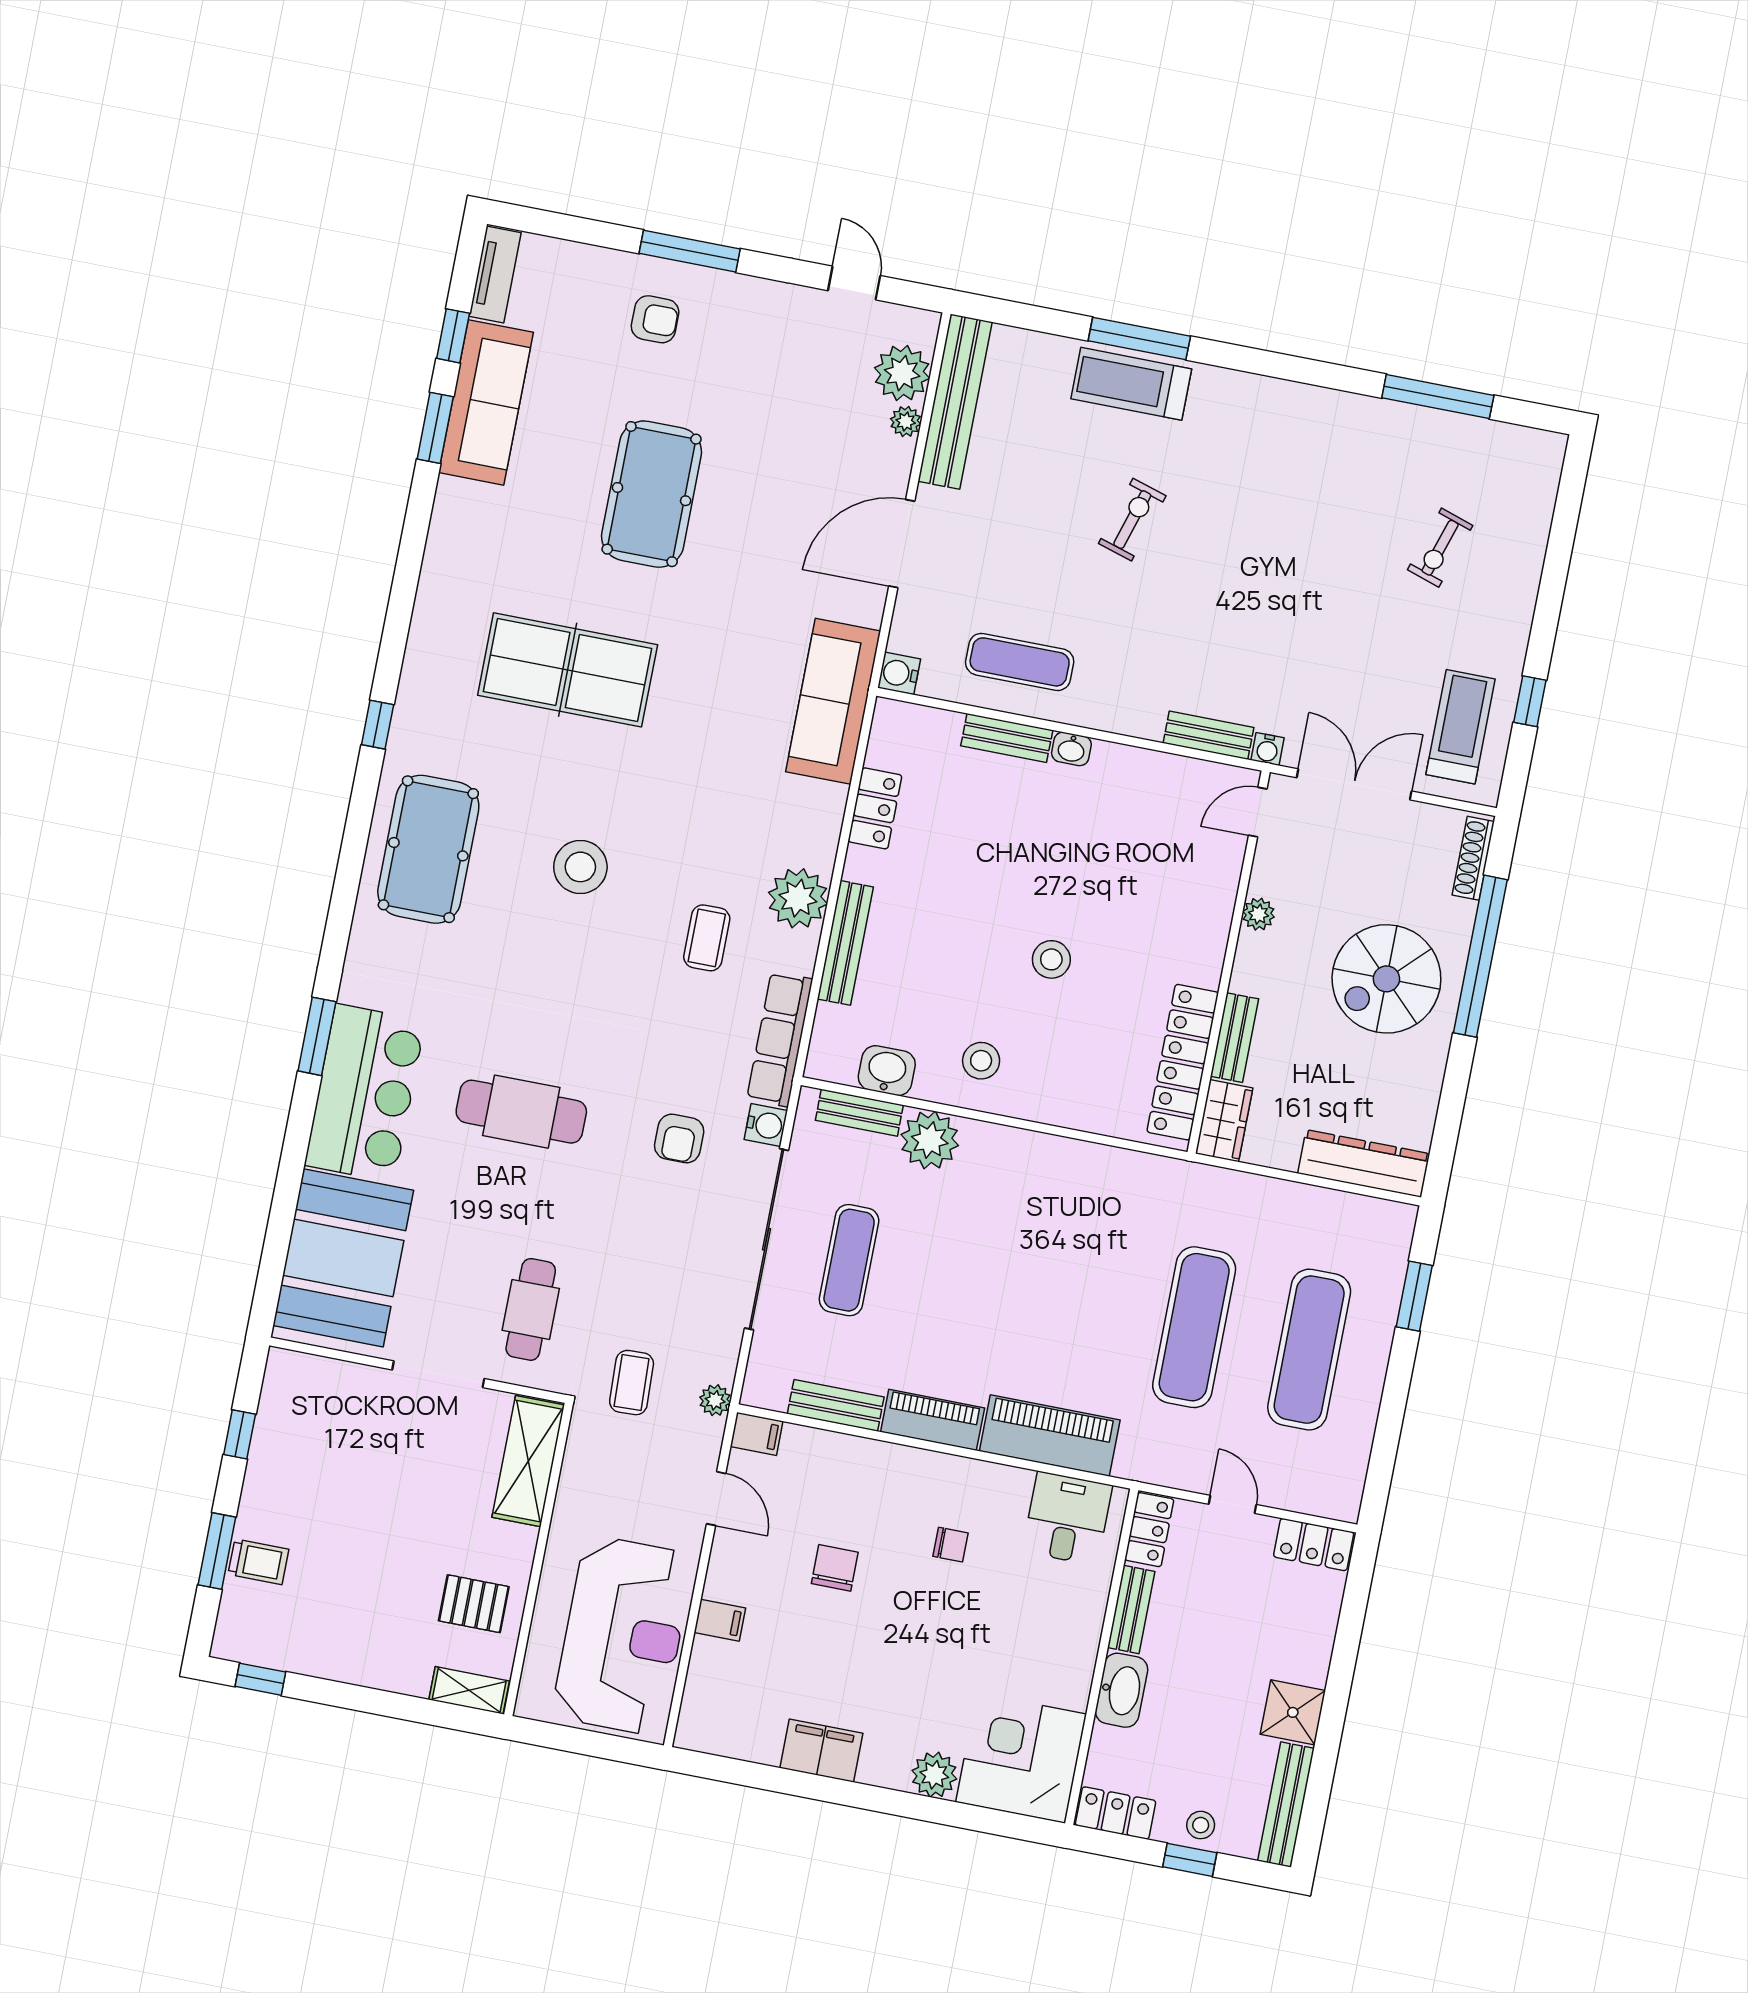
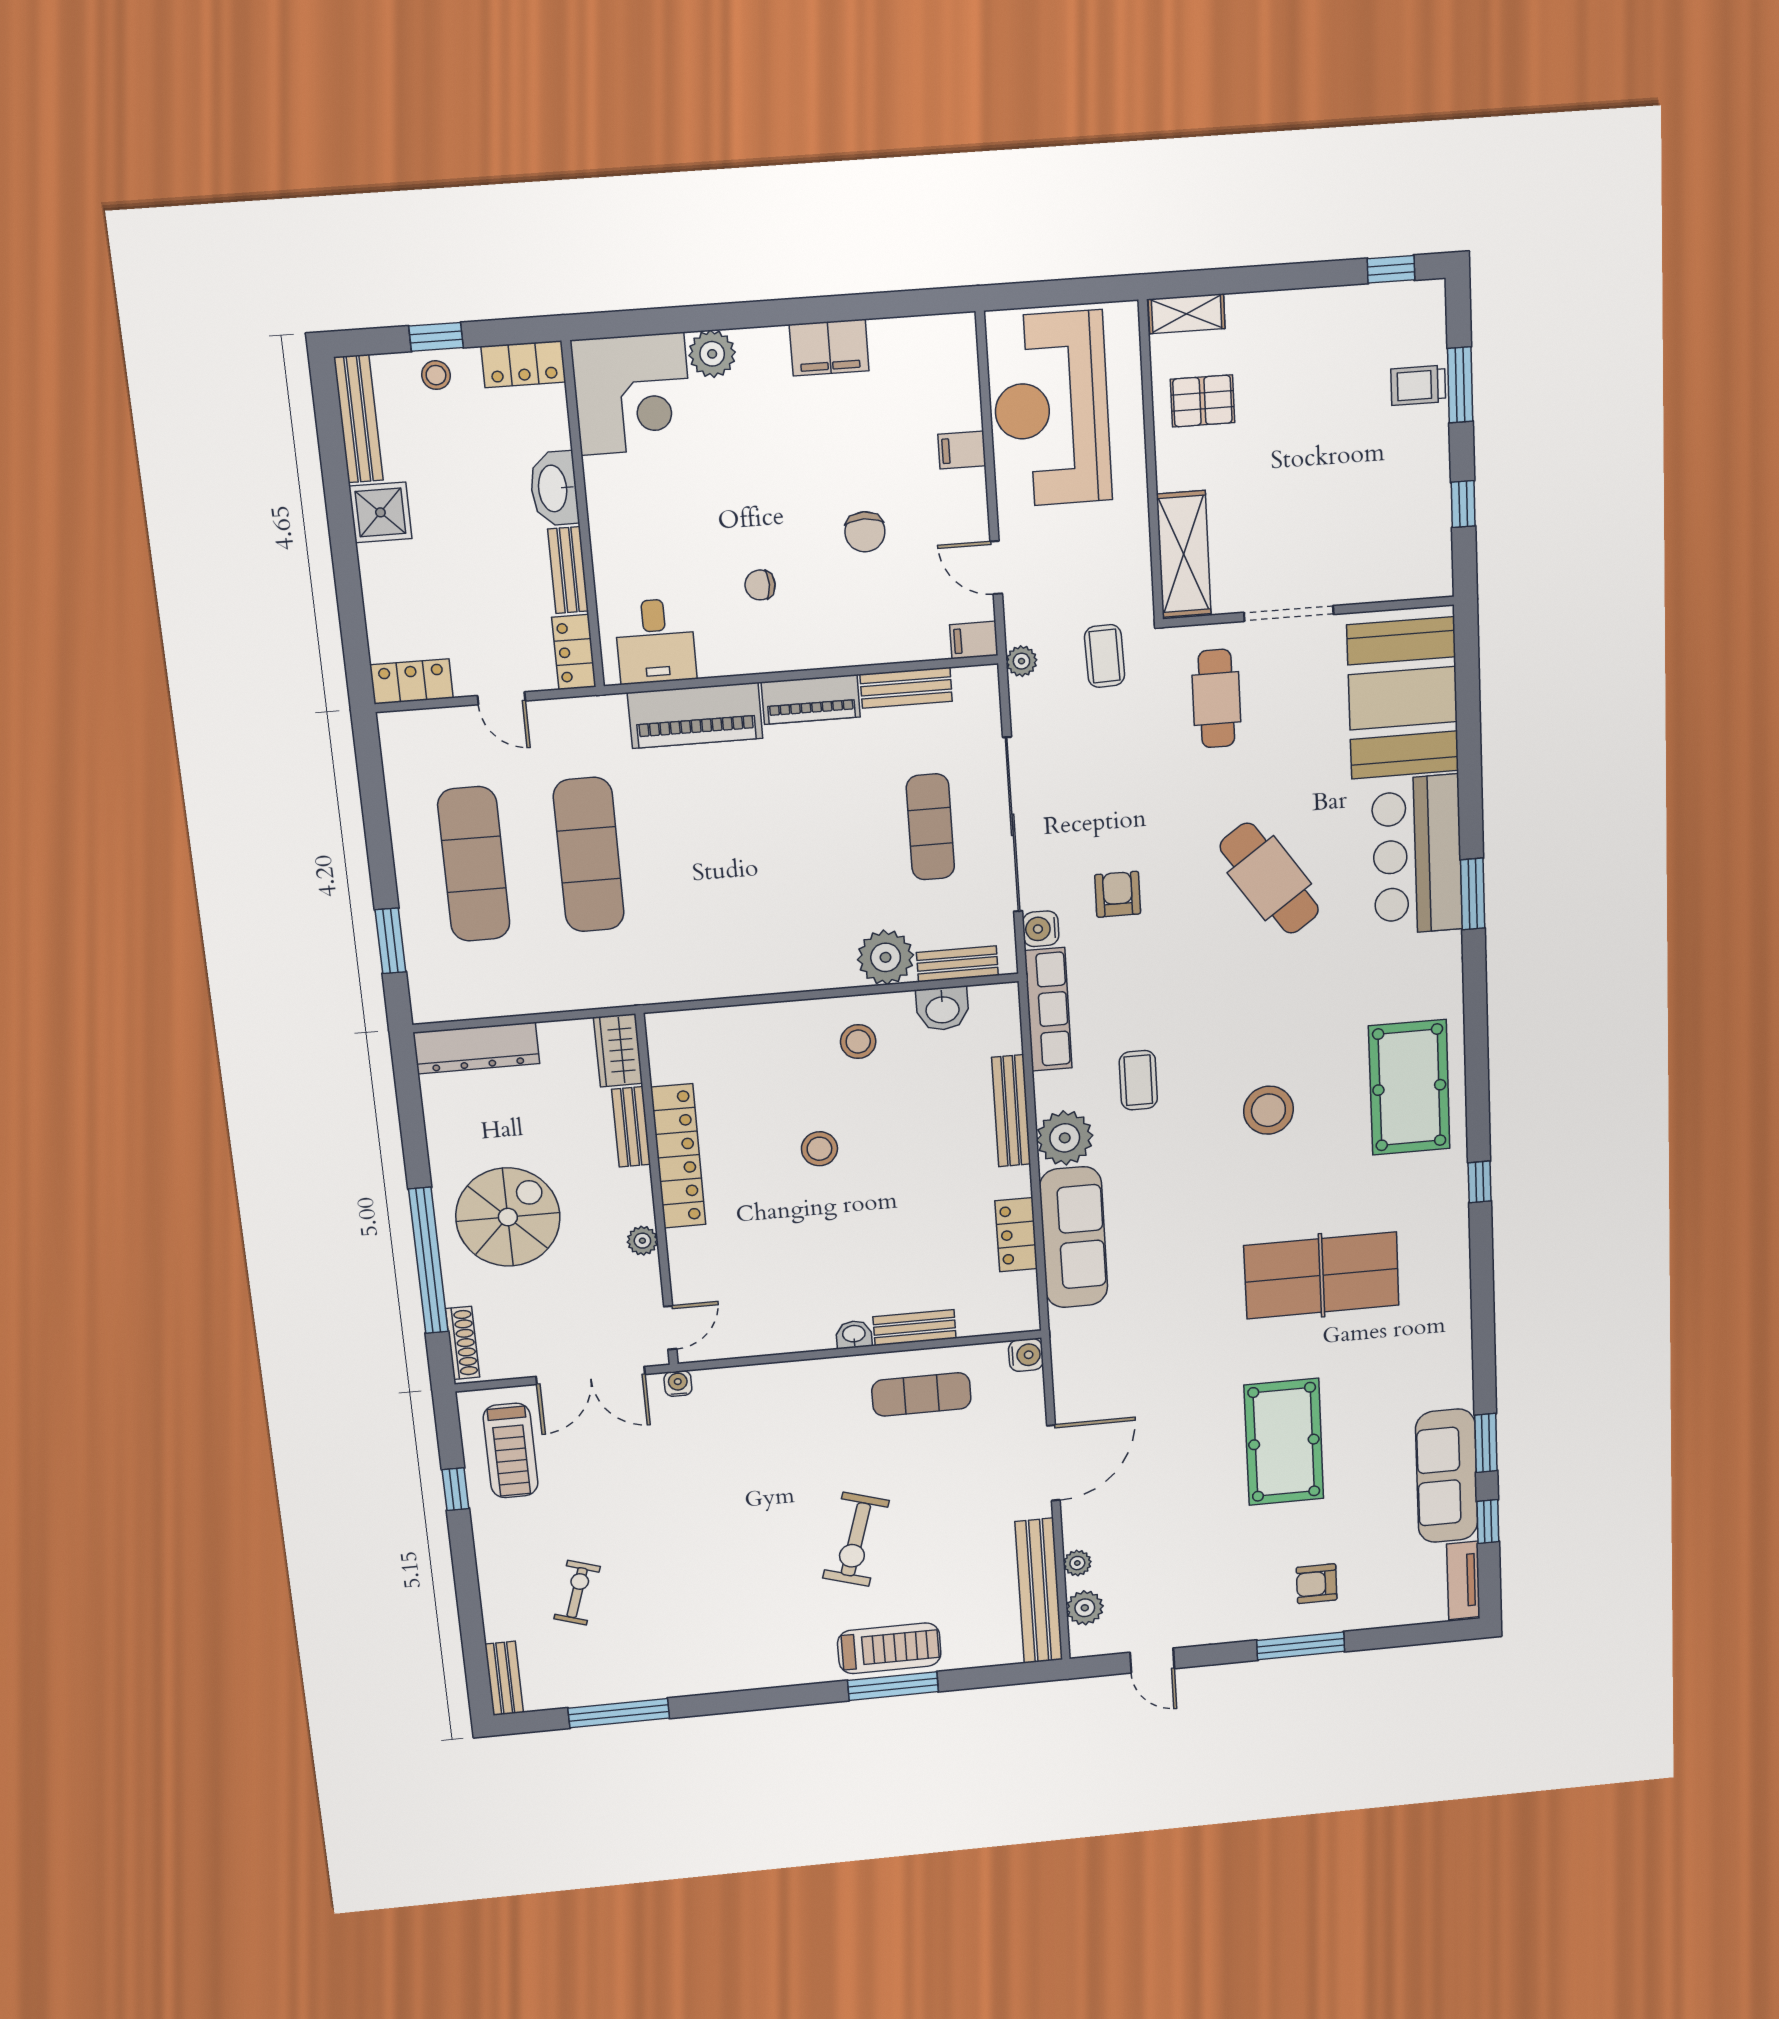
plant: (902, 373) -> (1085, 1608), width x0.73, depth x0.73
exercise bike: (1132, 520) -> (856, 1539), width x1.38, depth x1.39
sofa: (833, 701) -> (1074, 1237), moved
bench: (1209, 735) -> (504, 1678), moved, turned 90
locker: (1183, 1062) -> (678, 1156), moved
cafe table: (521, 1112) -> (1269, 878), turned 55

